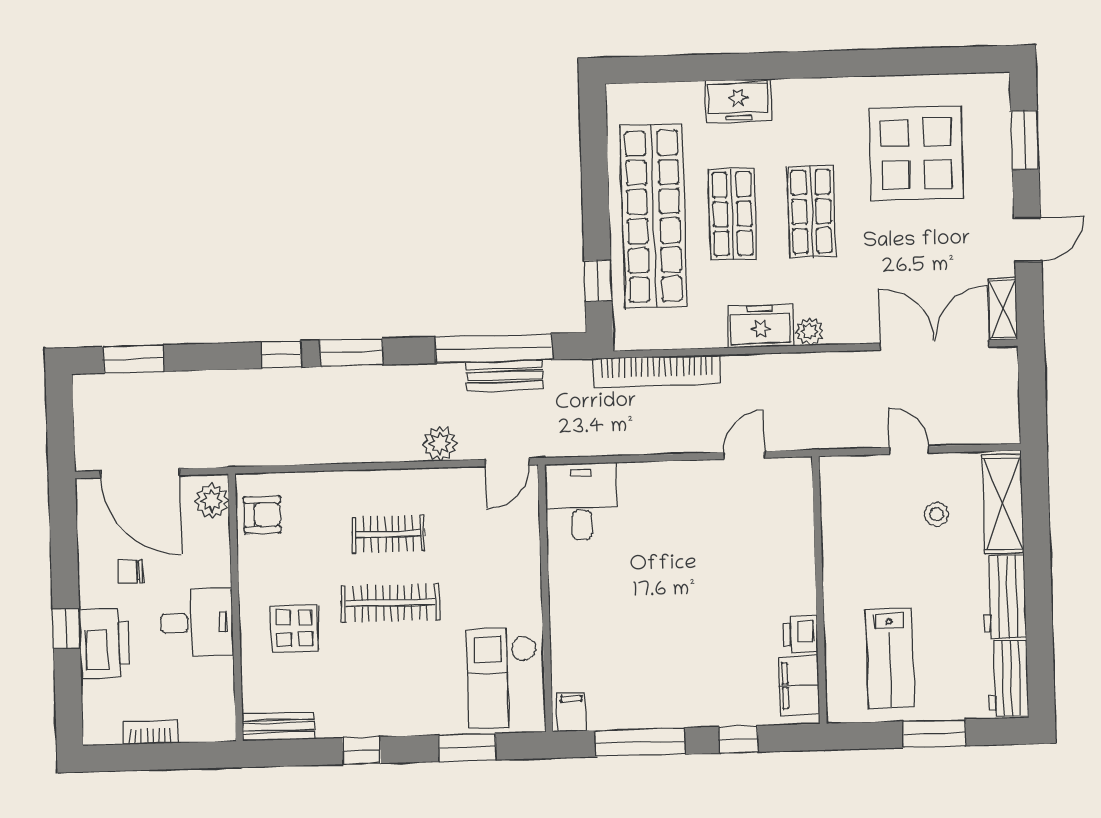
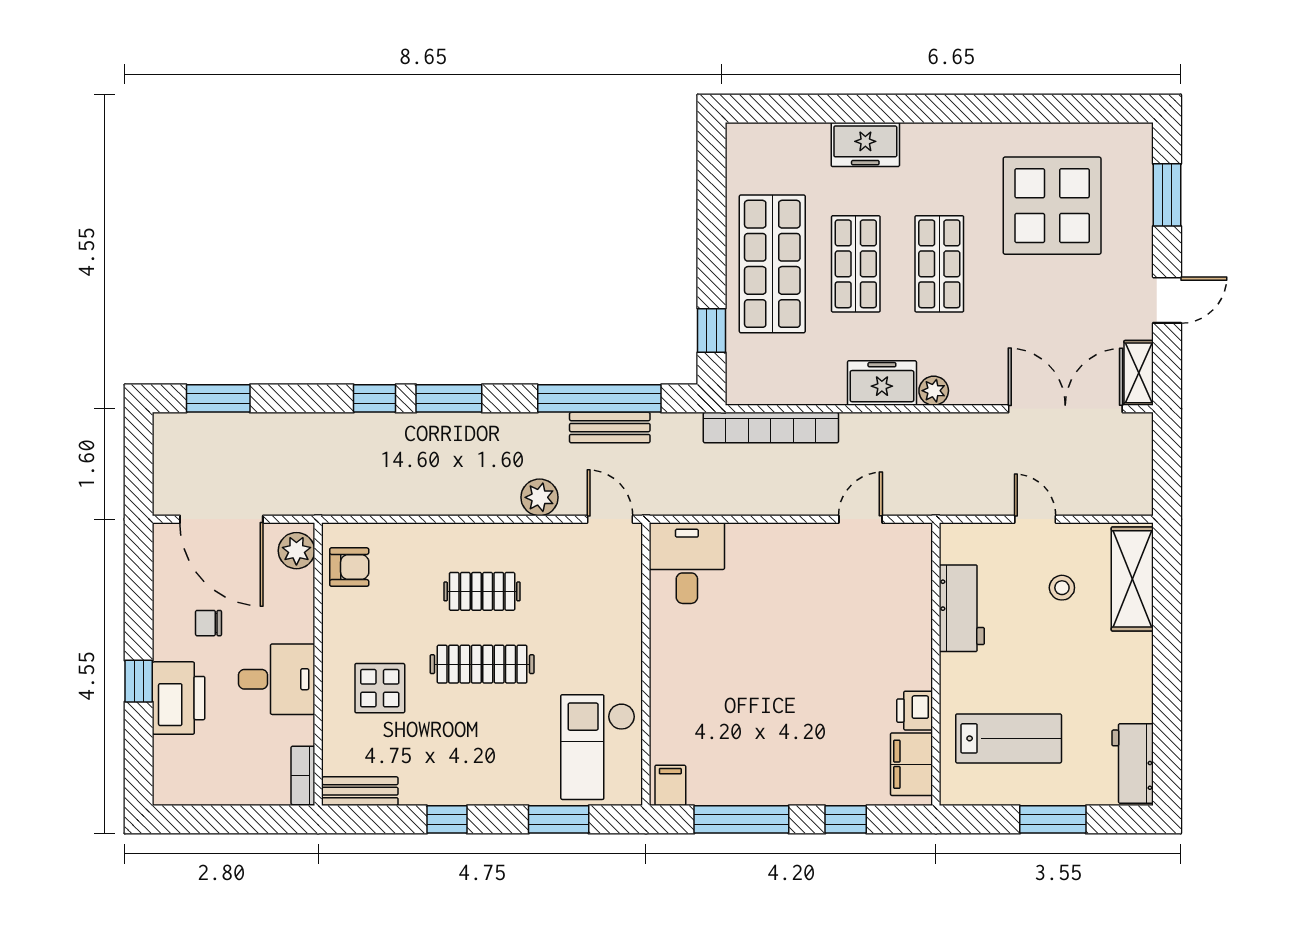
shop shelf: (654, 216) -> (772, 264), width x0.71
door: (507, 462) -> (610, 519), swing flipped
workbench: (1004, 597) -> (962, 608), moved, turned 180
lab bench: (890, 658) -> (1009, 738), turned -90
bookcase: (150, 733) -> (303, 775), moved, turned -90

